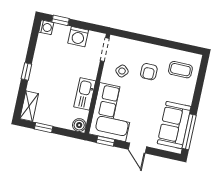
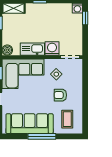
washing machine: (78, 37) -> (52, 49), moved, turned 90
sofa: (174, 125) -> (30, 124), width x1.36
window: (189, 132) -> (42, 136), moved

